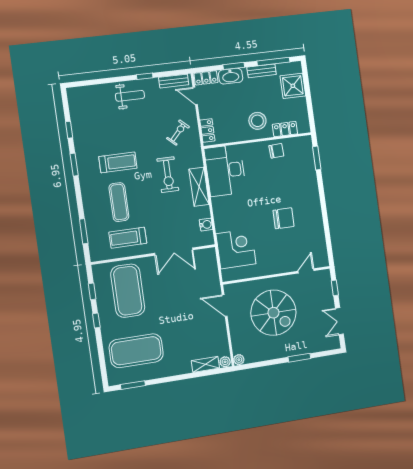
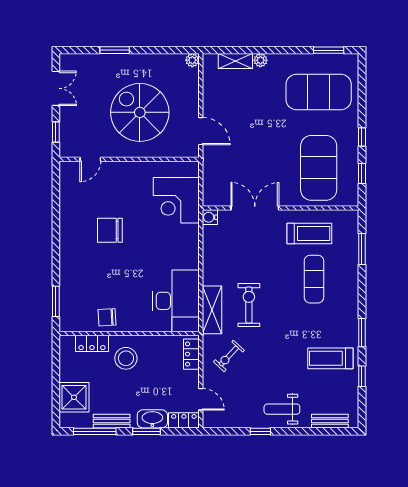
bench: (174, 81) -> (330, 421), moved
treadmill: (118, 162) -> (330, 358), moved
shelving: (199, 187) -> (212, 310), moved
water cooler: (206, 225) -> (210, 217), moved
plant: (225, 362) -> (260, 60), moved

